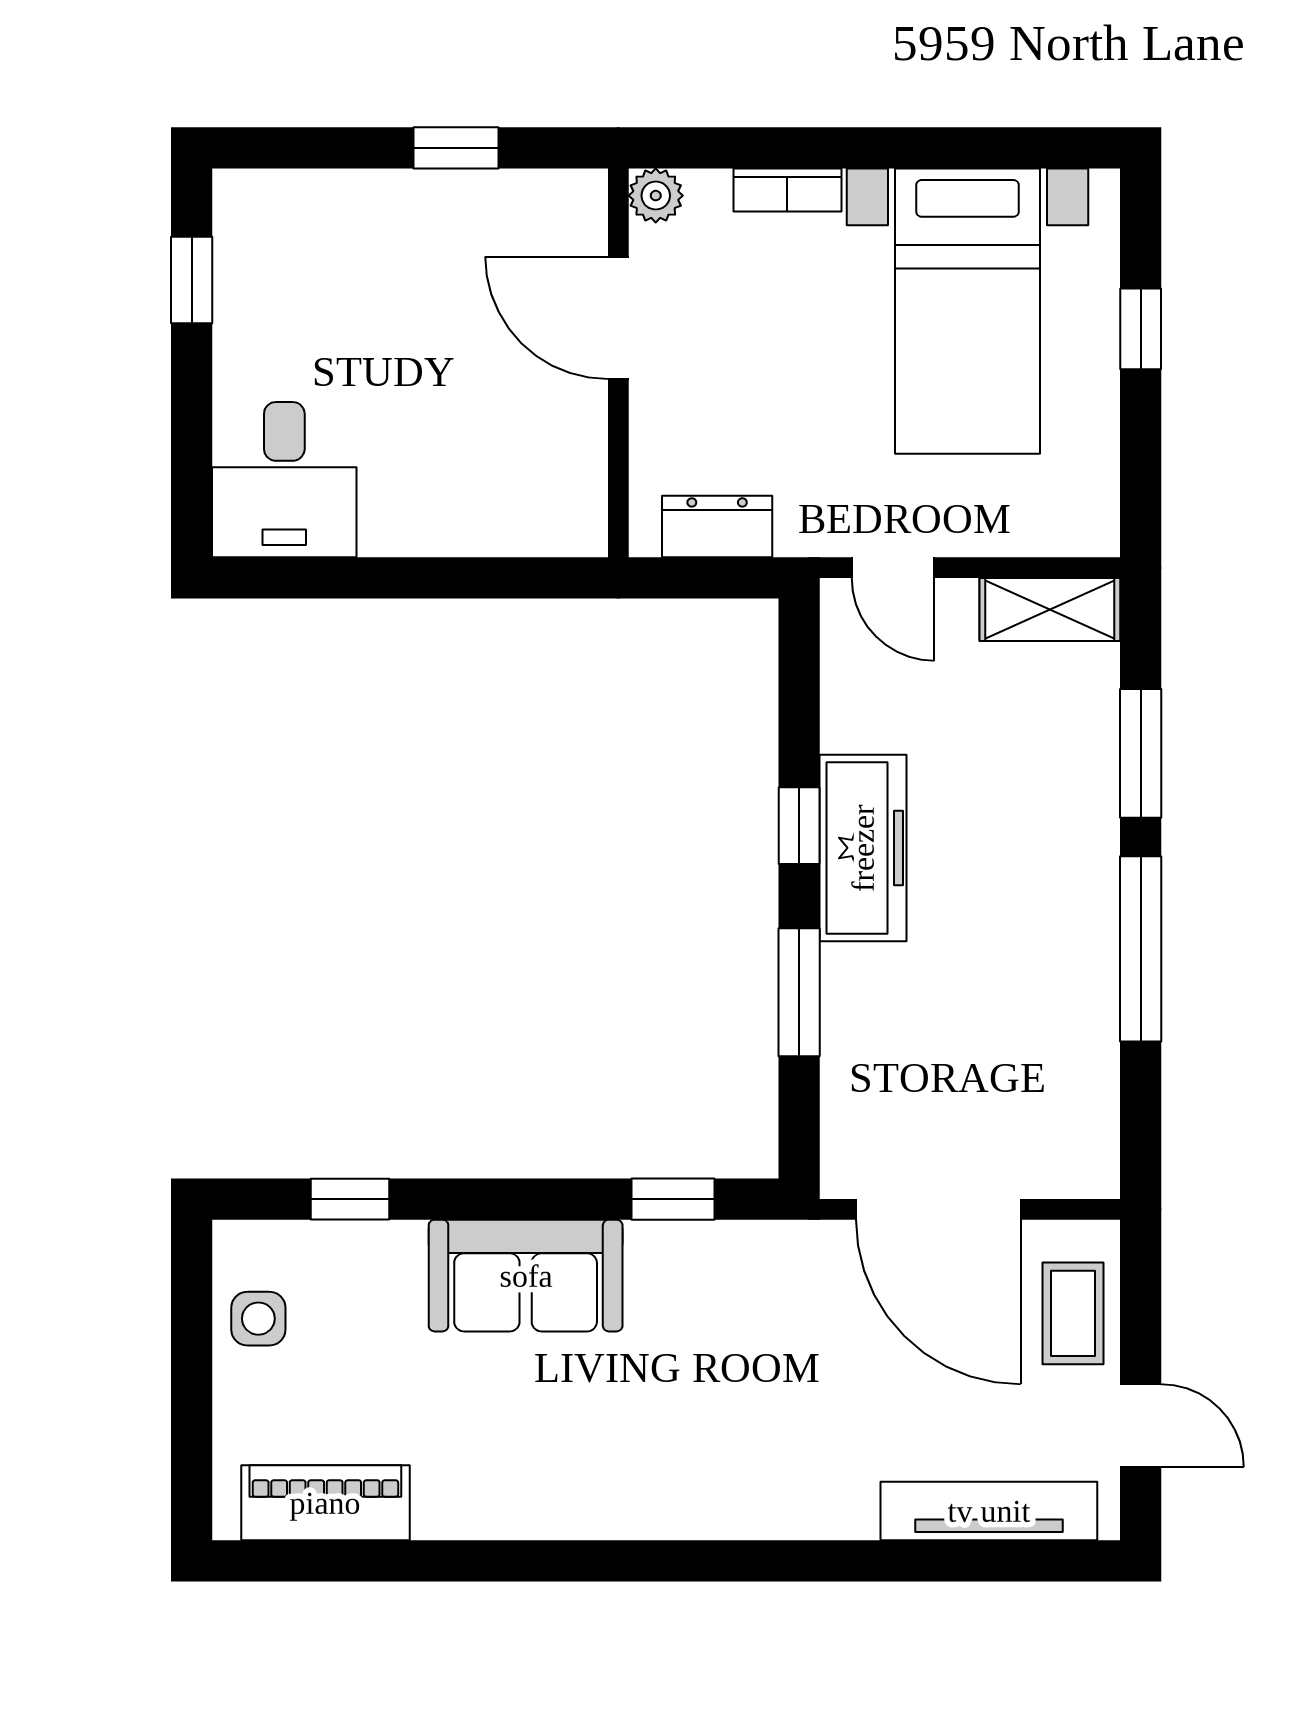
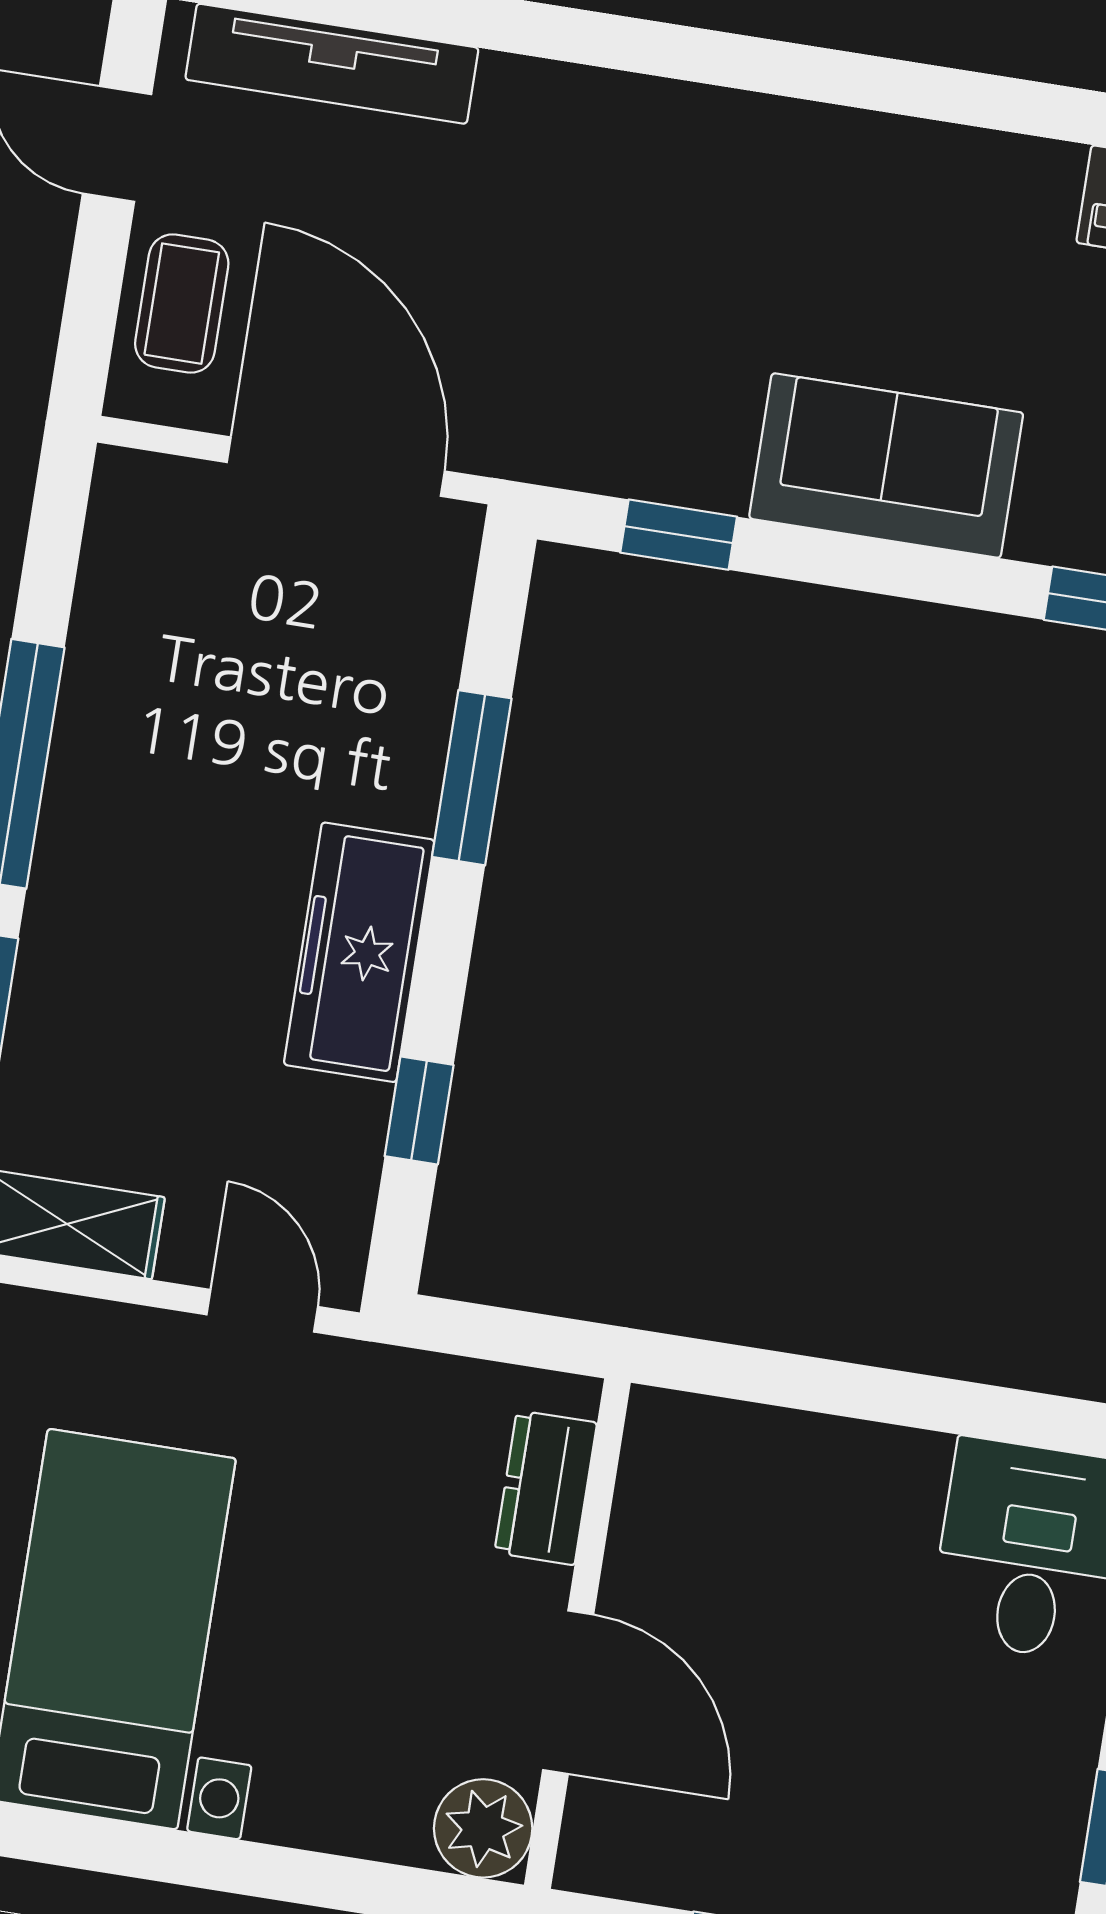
bookcase: (787, 190) -> (322, 1824), removed
plant: (656, 196) -> (483, 1828), width x1.38, depth x1.38
dresser: (717, 527) -> (546, 1488), moved, turned 90
window: (799, 826) -> (419, 1110), moved

